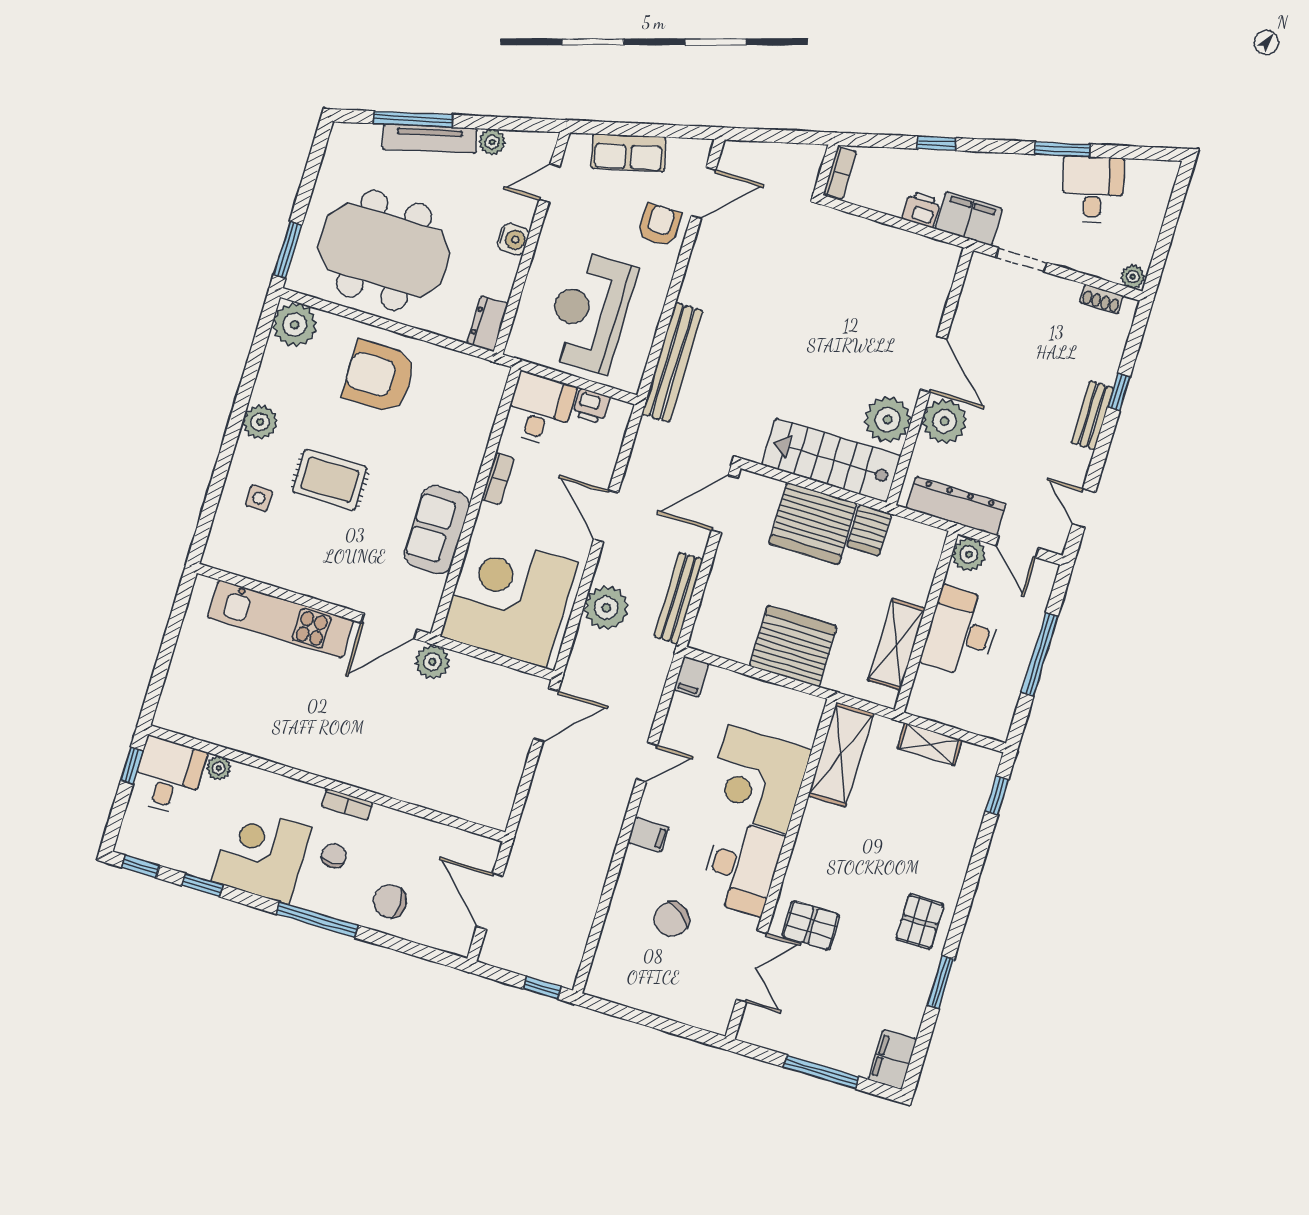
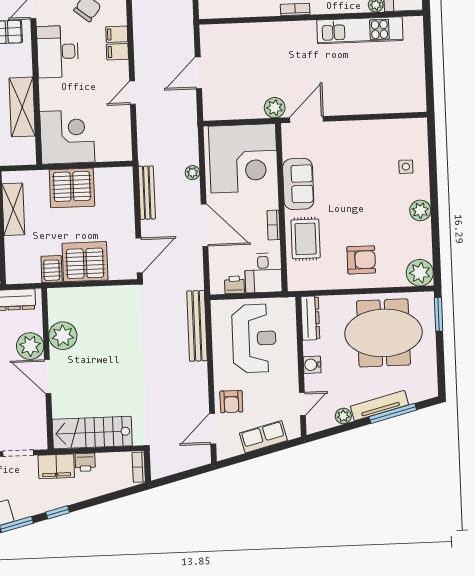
window: (936, 143) -> (58, 512), moved
dresser: (487, 324) -> (310, 318), width x1.44
armchair: (379, 377) -> (361, 260), width x0.73, depth x0.73
stairs: (831, 460) -> (92, 433), moved, turned 180
rug: (330, 480) -> (306, 239), moved, turned 90
door: (606, 516) -> (204, 225), width x1.36
plant: (606, 608) -> (192, 173), width x0.53, depth x0.53
kitchen unit: (281, 619) -> (360, 30), moved, turned 180
filing cabinet: (691, 677) -> (117, 34), moved, turned -90
door: (546, 715) -> (198, 73), moved
shelving: (841, 755) -> (22, 107), moved
corner desk: (758, 779) -> (67, 137), moved

